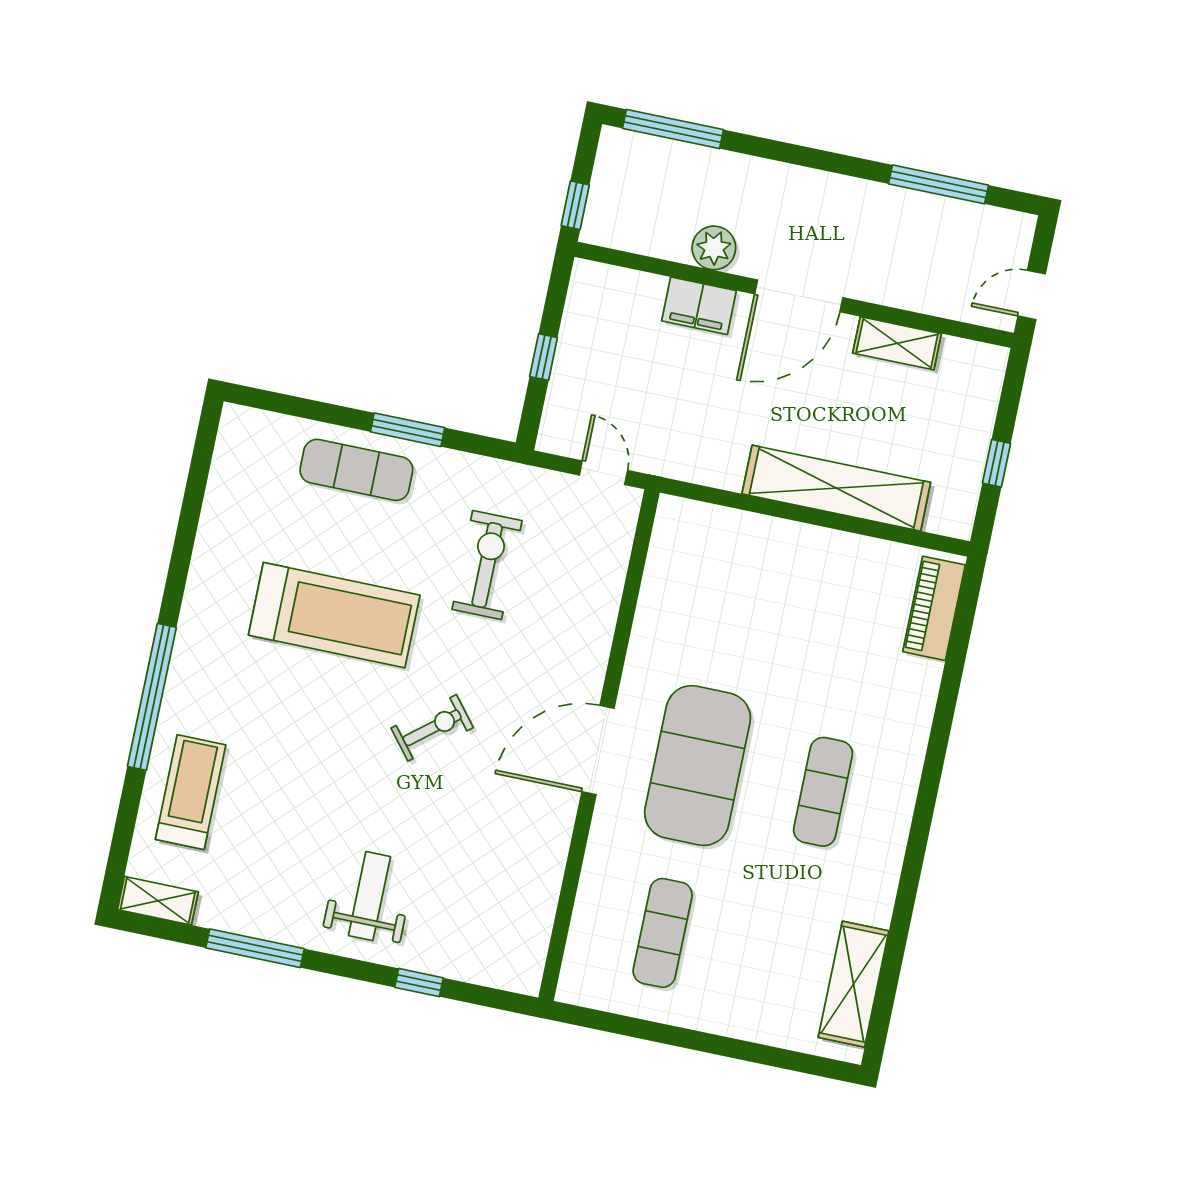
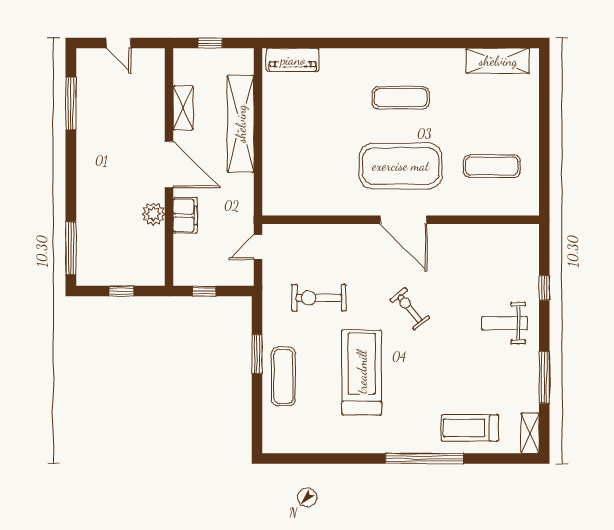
plant: (714, 248) -> (153, 214), moved
wall: (794, 295) -> (169, 167), moved
door: (799, 296) -> (169, 164), moved
filing cabinet: (699, 306) -> (185, 215), moved
shelving: (897, 343) -> (183, 108), moved

